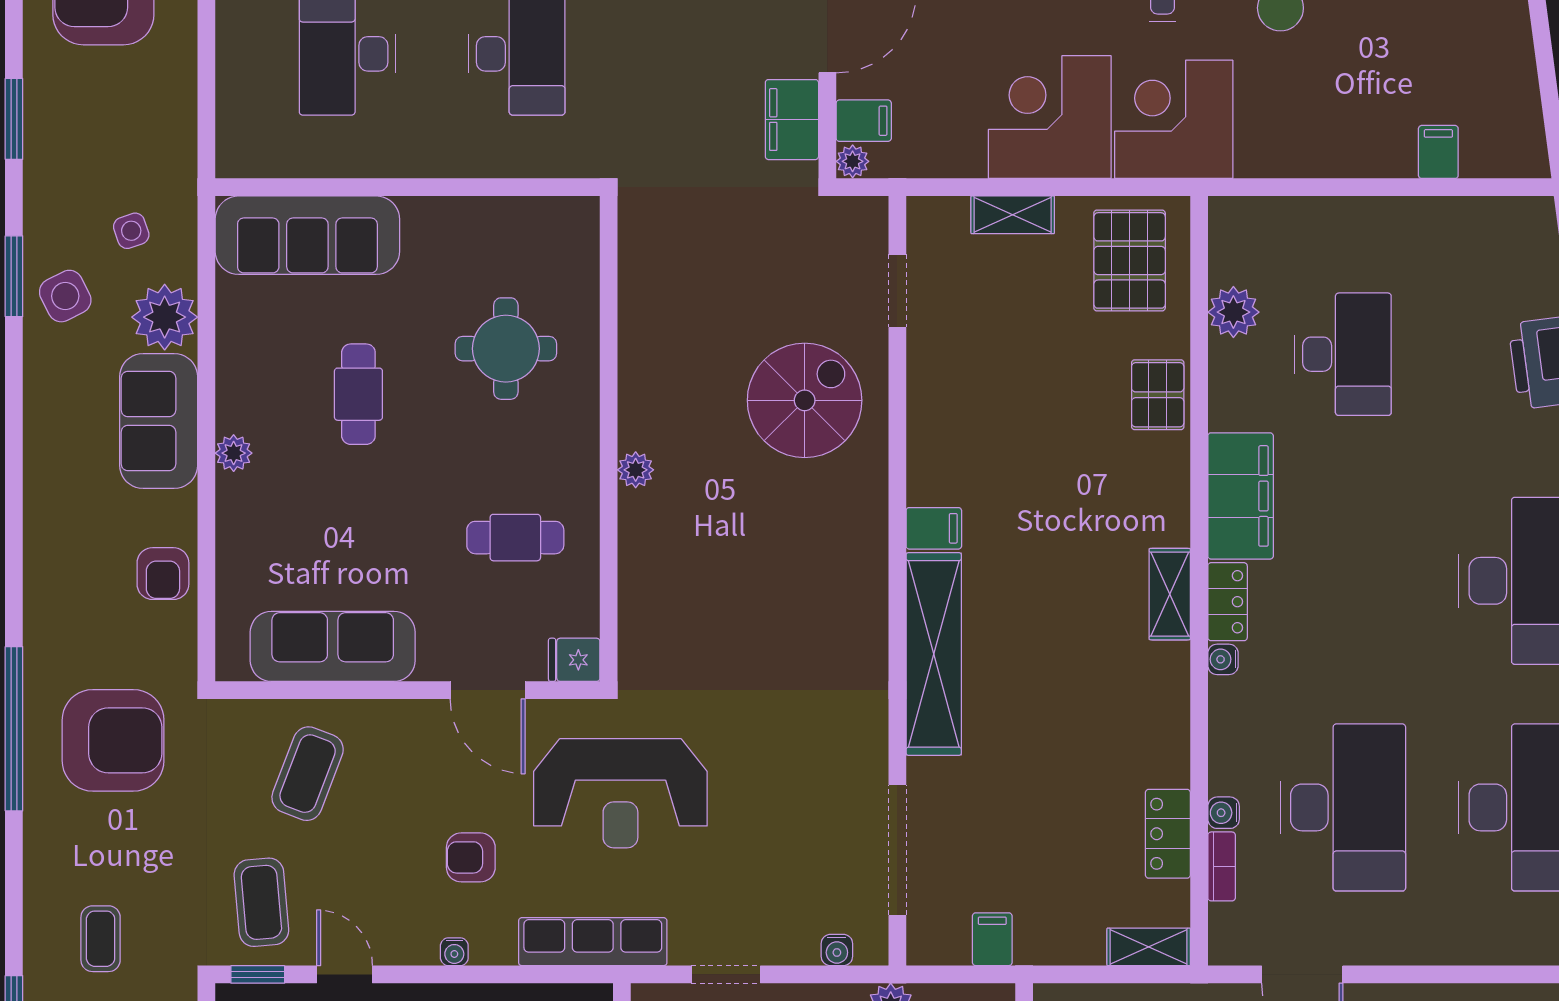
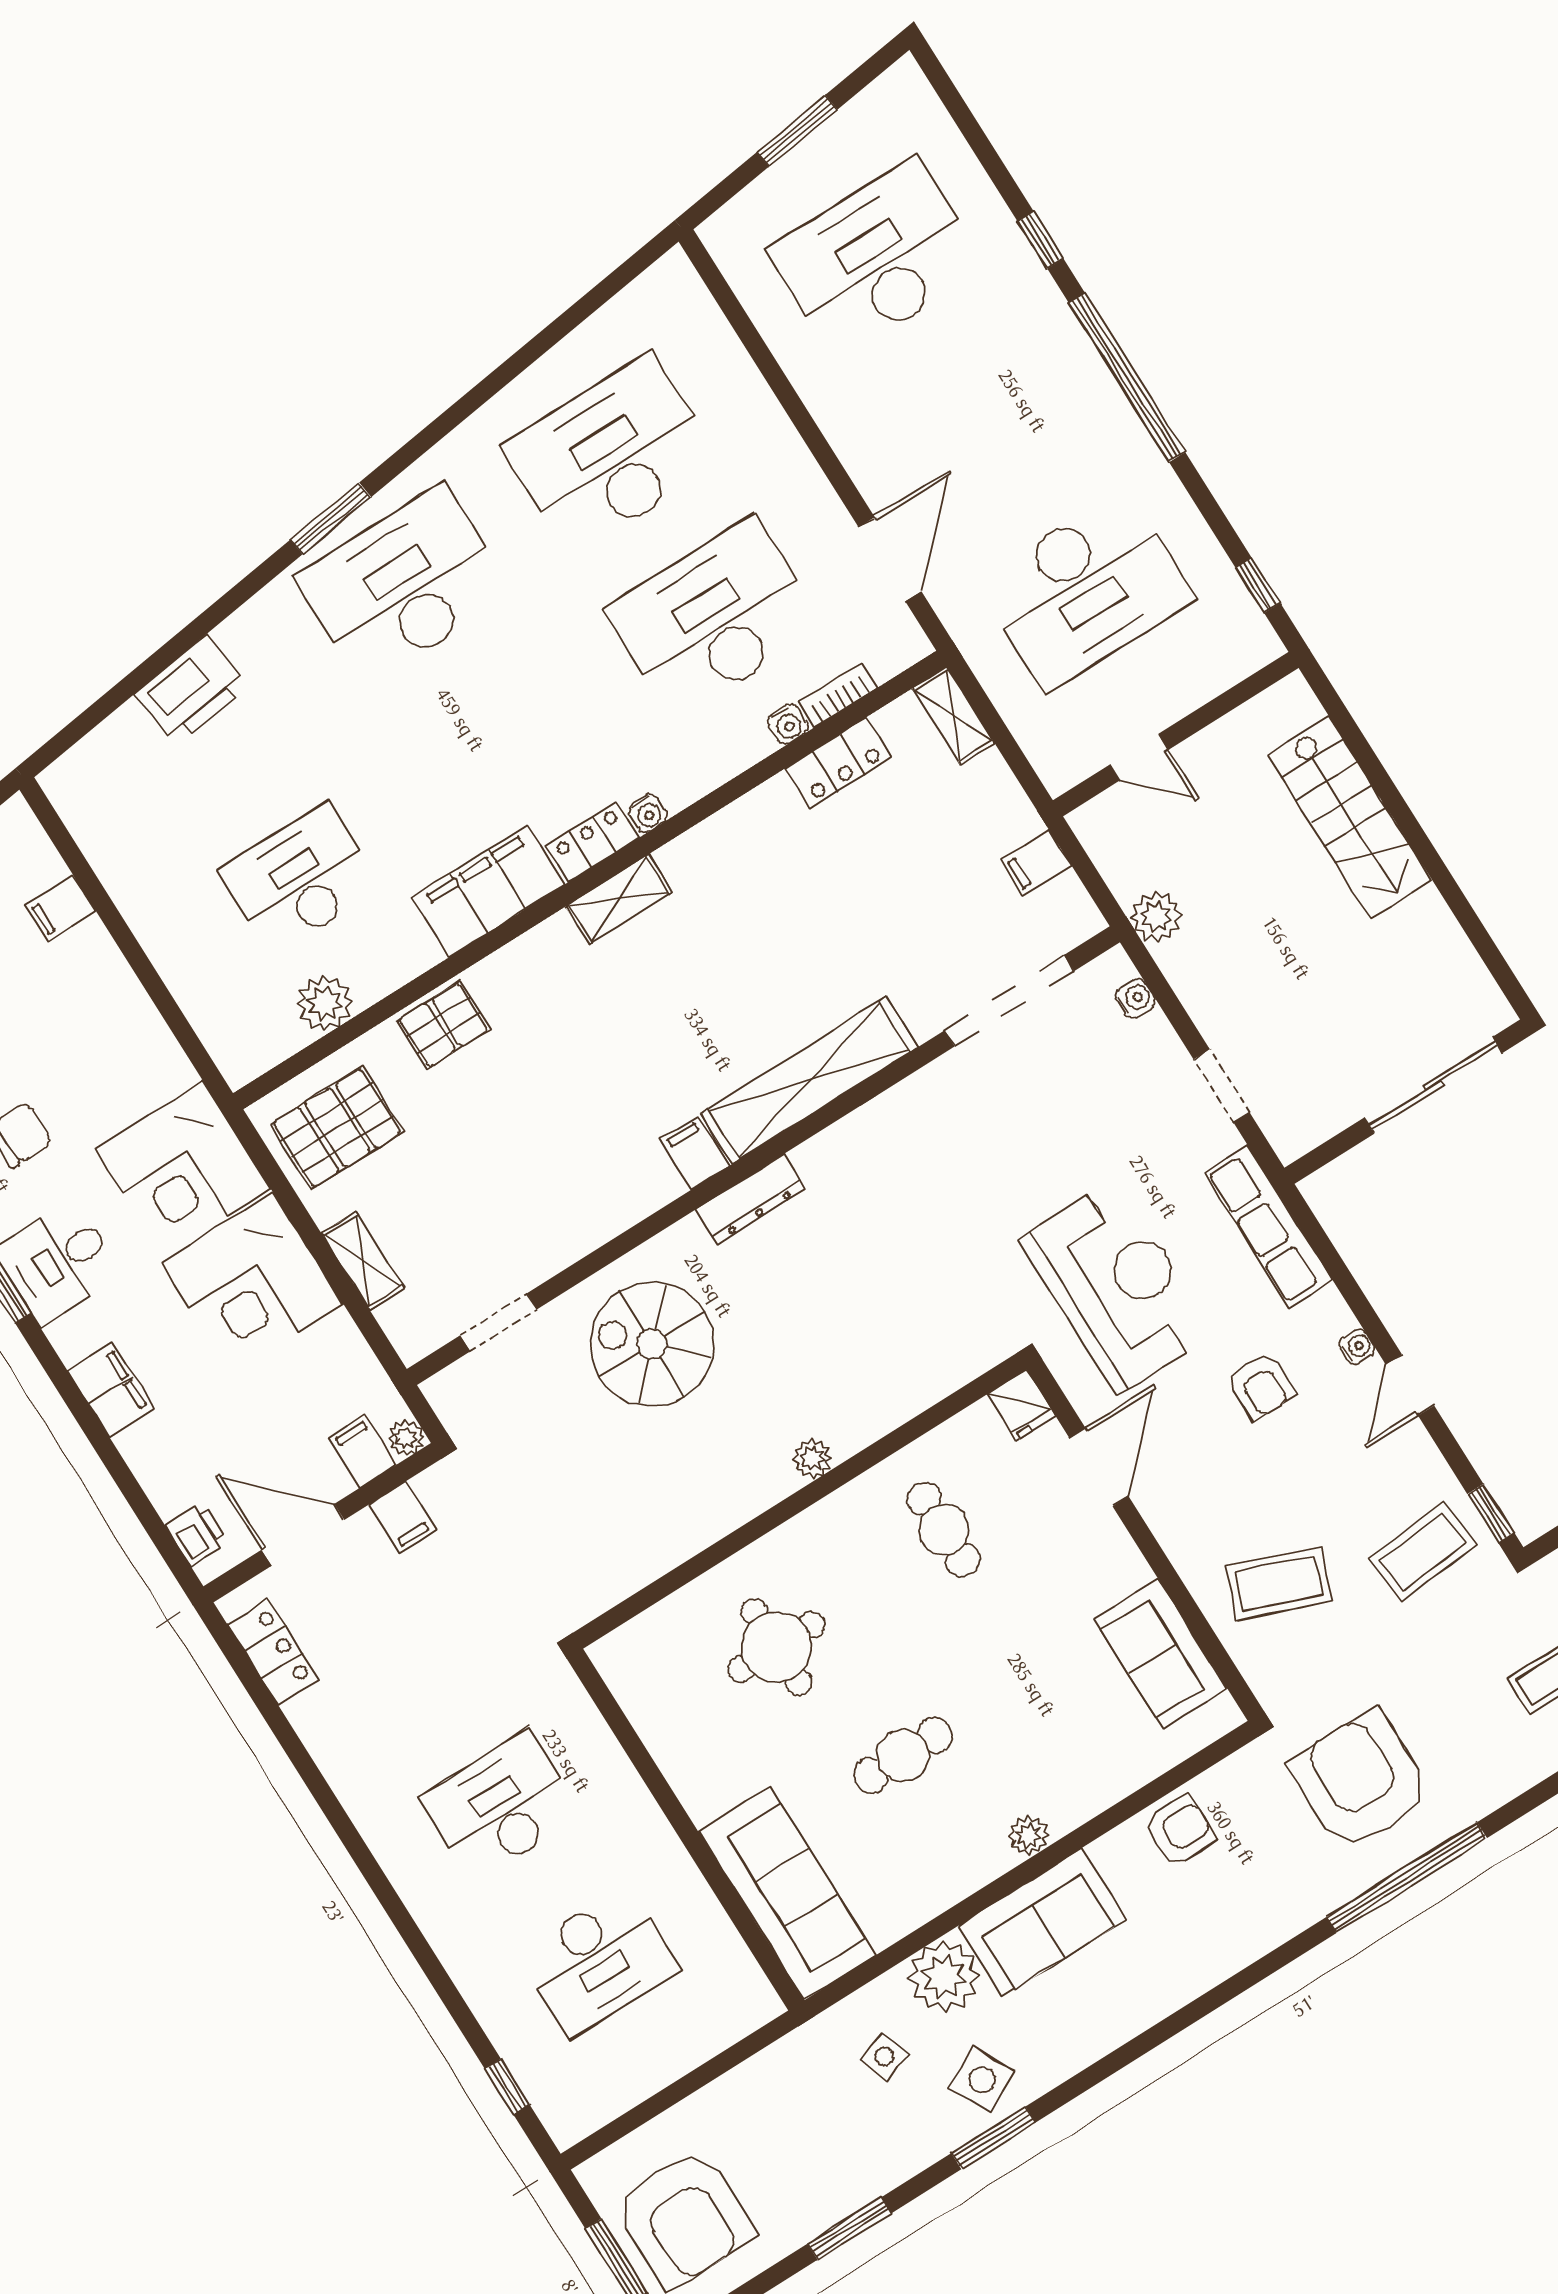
filing cabinet: (792, 120) -> (403, 1517), width x0.50
dresser: (870, 550) -> (751, 1199), added
sofa: (333, 646) -> (1161, 1654), width x0.73
door: (345, 974) -> (1410, 1385), moved

